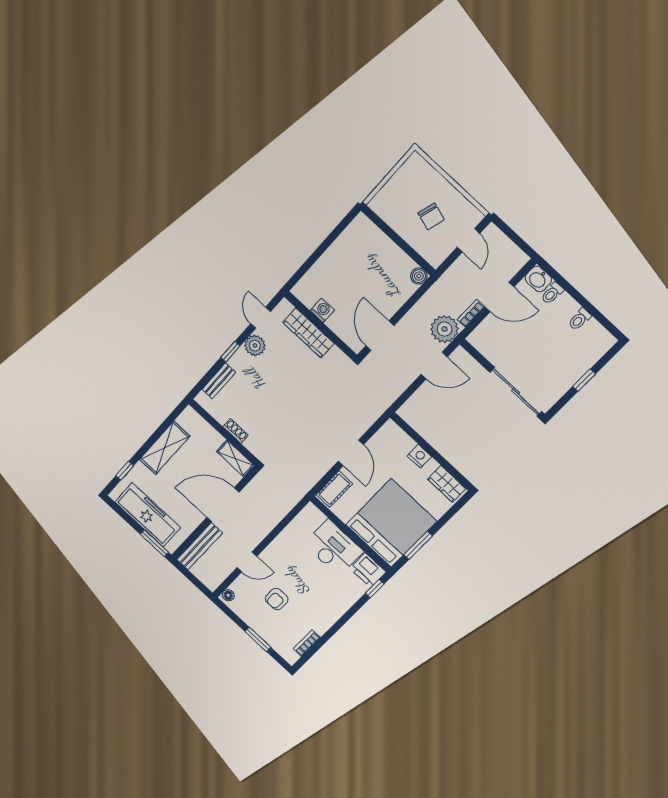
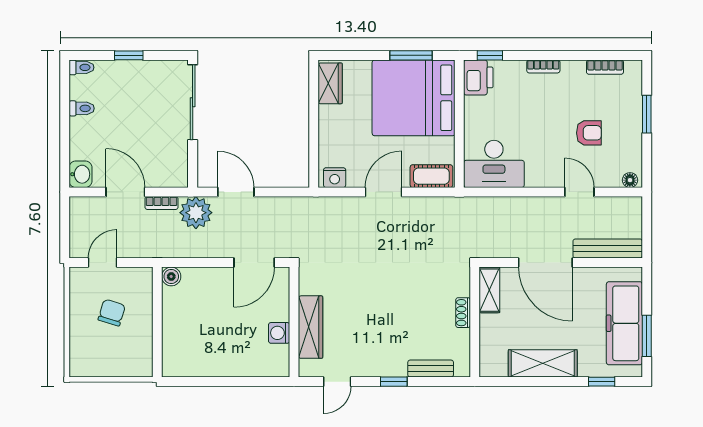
toilet: (552, 293) -> (81, 67), moved
plant: (255, 346) -> (367, 364), removed
nightstand: (419, 456) -> (335, 178), moved, turned -90
window: (154, 543) -> (647, 336), moved
desk: (334, 548) -> (494, 164), moved, turned -90
bookcase: (340, 611) -> (543, 66), added

